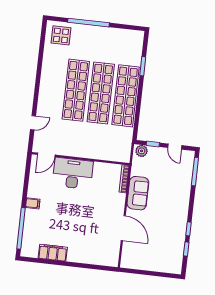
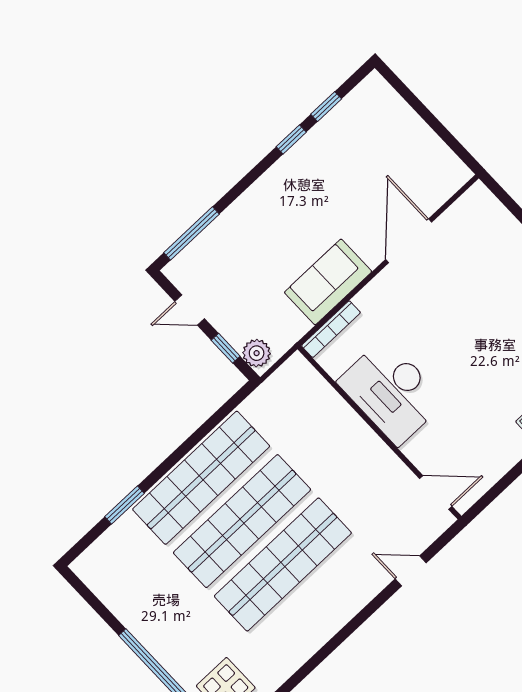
door: (175, 147) -> (190, 310), swing flipped
desk: (73, 173) -> (391, 392), moved

